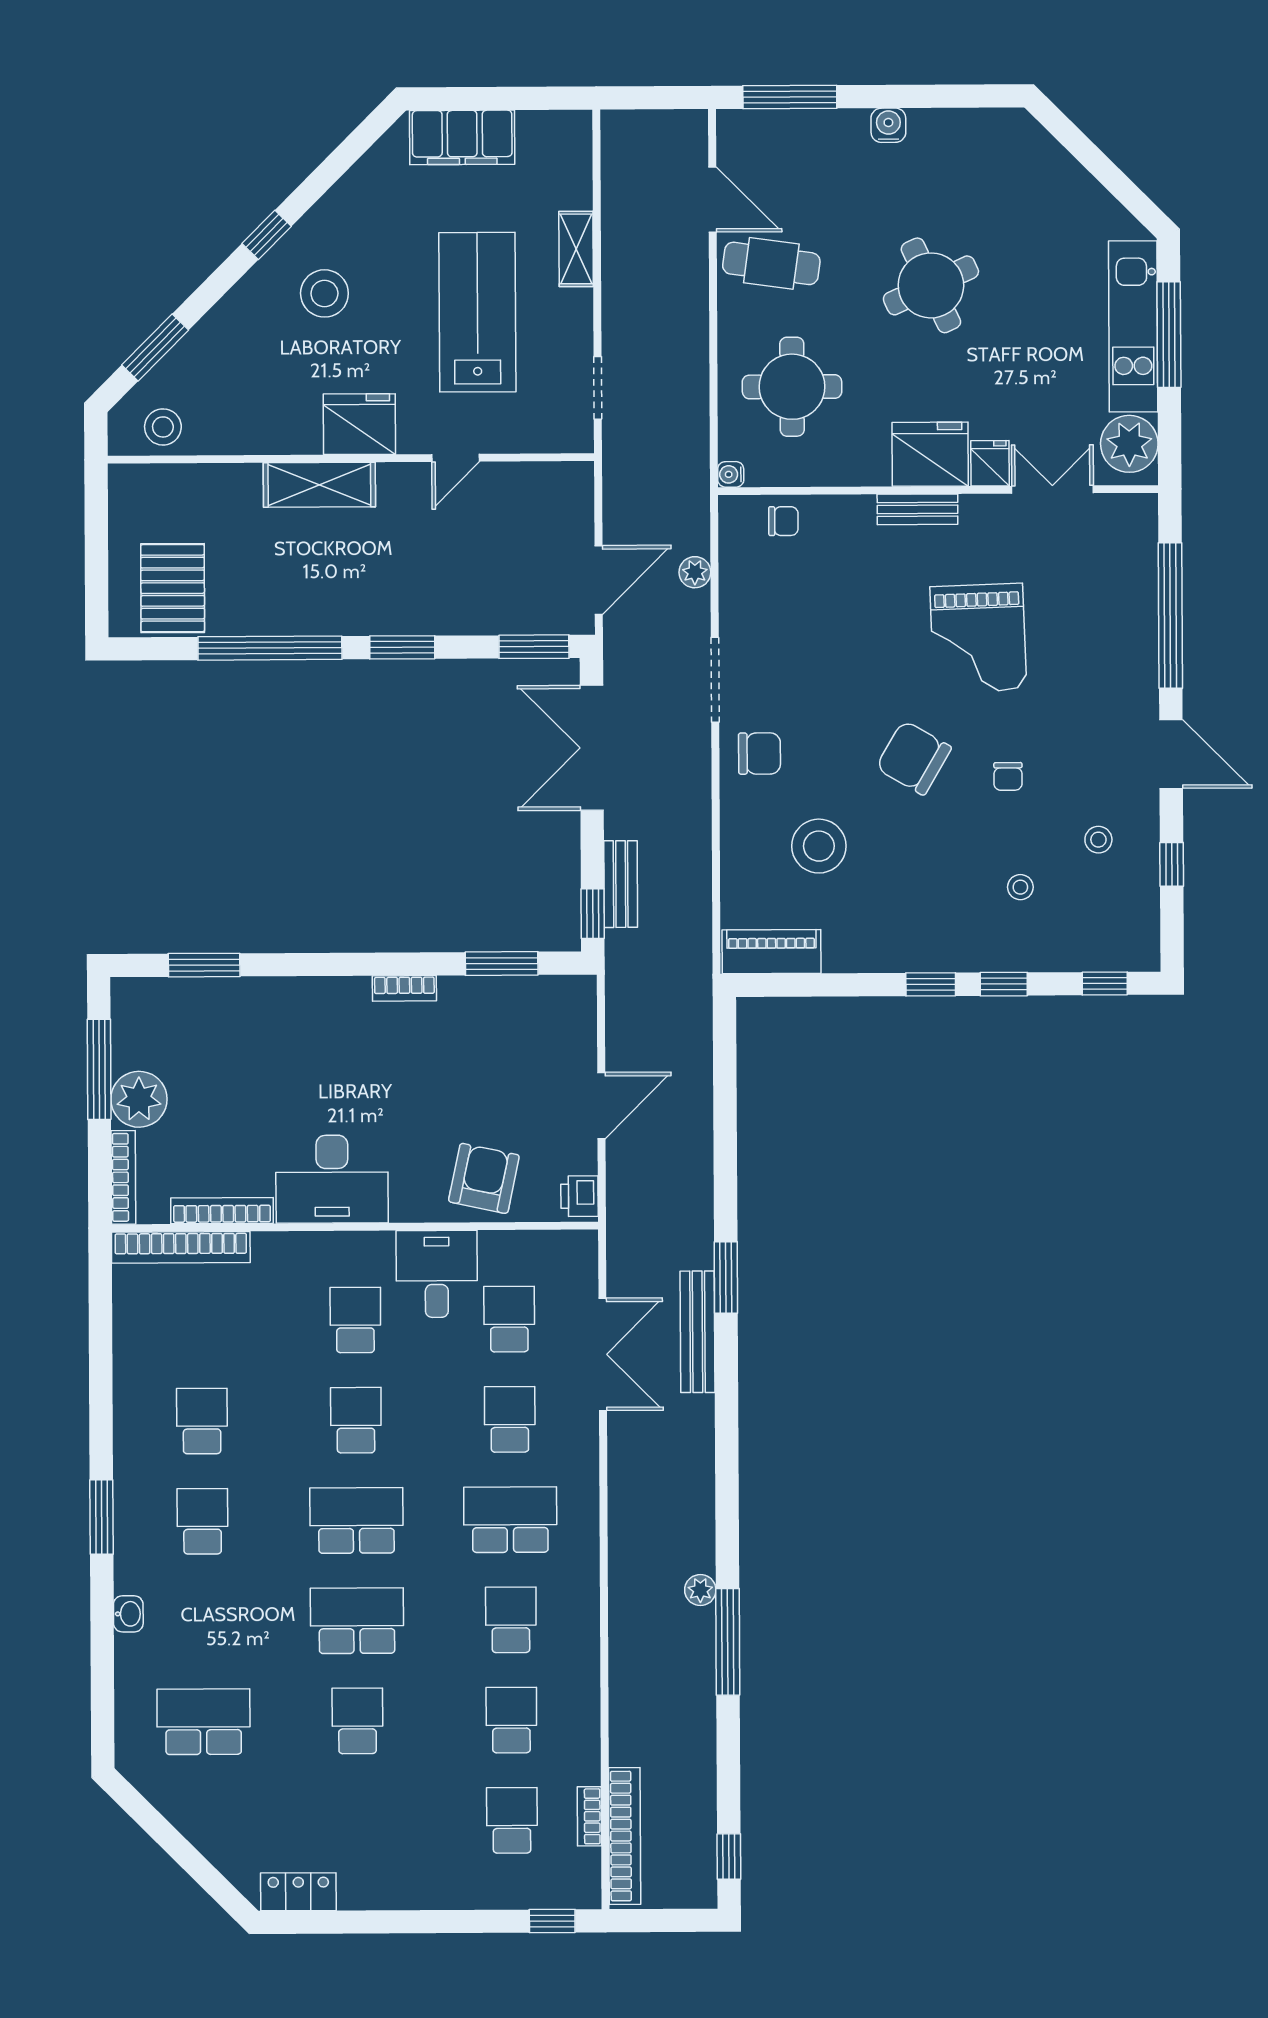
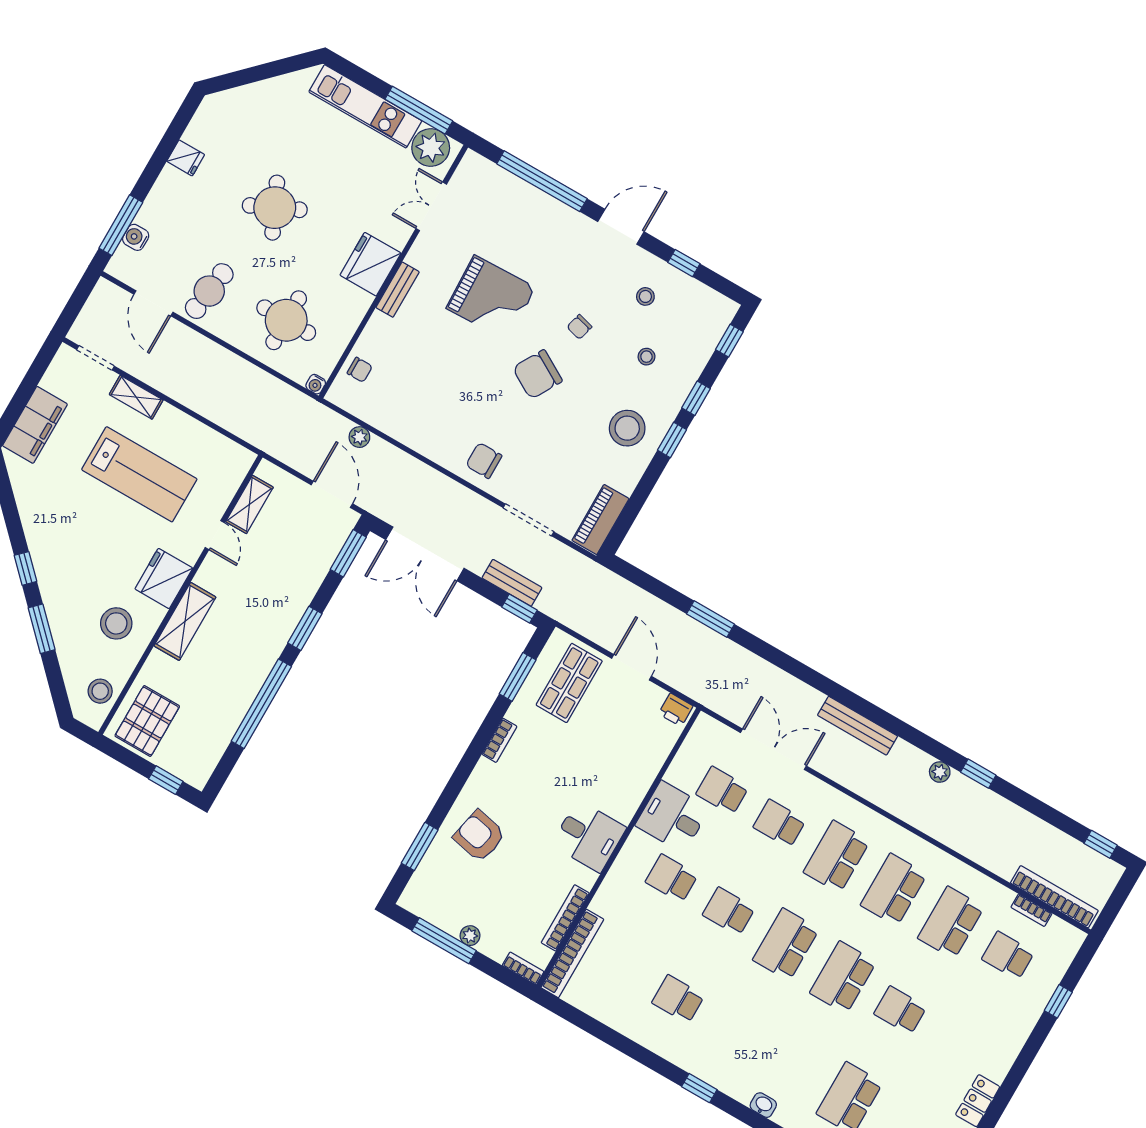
water cooler: (888, 125) -> (136, 237), moved
door: (712, 200) -> (153, 303), swing flipped
stool: (324, 293) -> (116, 623), moved
lab bench: (477, 312) -> (139, 474), turned 180
window: (1169, 335) -> (419, 110), moved
window: (155, 348) -> (42, 629), moved
doorway: (598, 388) -> (95, 358), moved
fridge: (990, 463) -> (186, 158), moved, turned 180
shelving: (522, 480) -> (249, 504), added
chair: (783, 521) -> (360, 370), turned 90
window: (97, 581) -> (166, 780), added
pallet: (173, 588) -> (147, 721), moved, turned 90
doorway: (715, 680) -> (528, 520), moved
chair: (759, 753) -> (484, 461), turned -90
chair: (1008, 776) -> (579, 327), turned 105
stool: (819, 846) -> (627, 428), moved
shop shelf: (533, 1036) -> (569, 683), added
plant: (139, 1099) -> (470, 936), width x0.53, depth x0.53
bookcase: (123, 1177) -> (523, 968), width x0.64
armchair: (484, 1178) -> (479, 836), moved
desk: (332, 1179) -> (589, 836), width x0.73
window: (726, 1277) -> (711, 619), moved
bench: (698, 1332) -> (858, 726), moved
window: (101, 1517) -> (699, 1088), width x0.67
school desk: (202, 1521) -> (735, 1032), removed
school desk: (511, 1620) -> (894, 890), width x1.85
window: (728, 1642) -> (978, 774), width x0.46
school desk: (511, 1720) -> (951, 923), width x1.85
window: (552, 1921) -> (1058, 1001), moved

